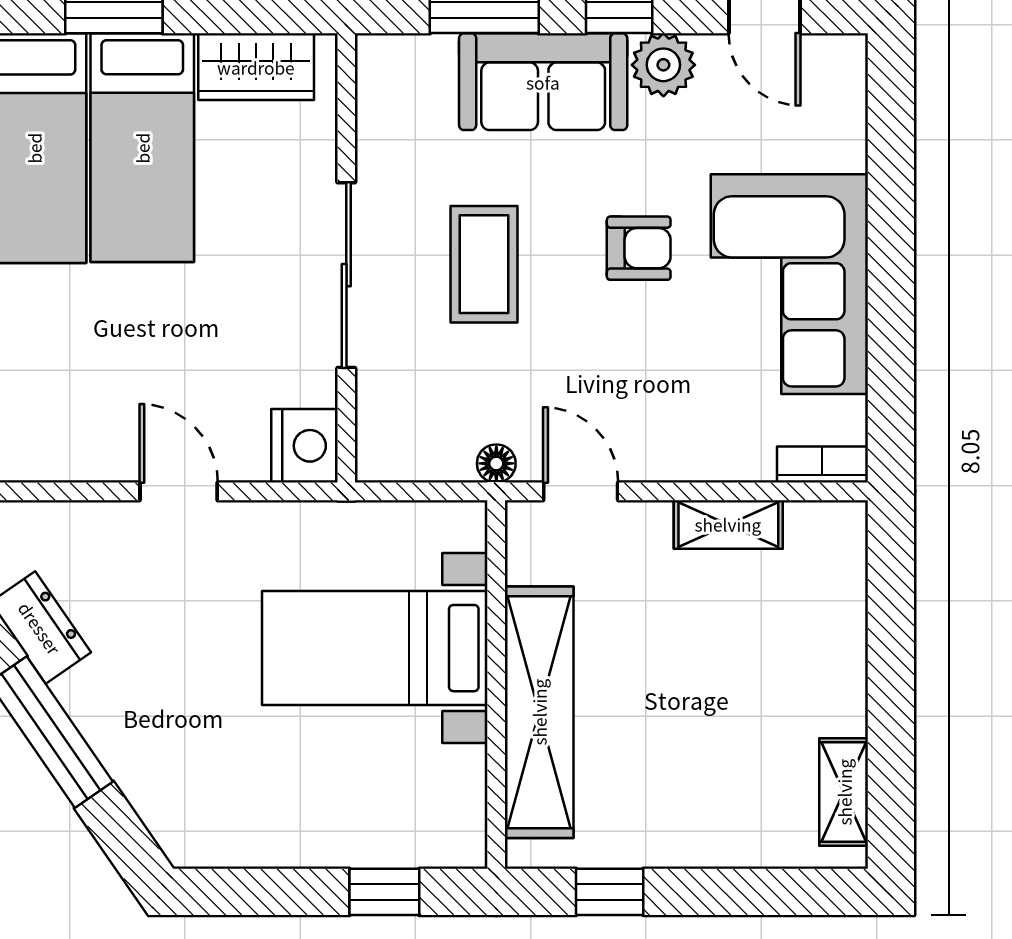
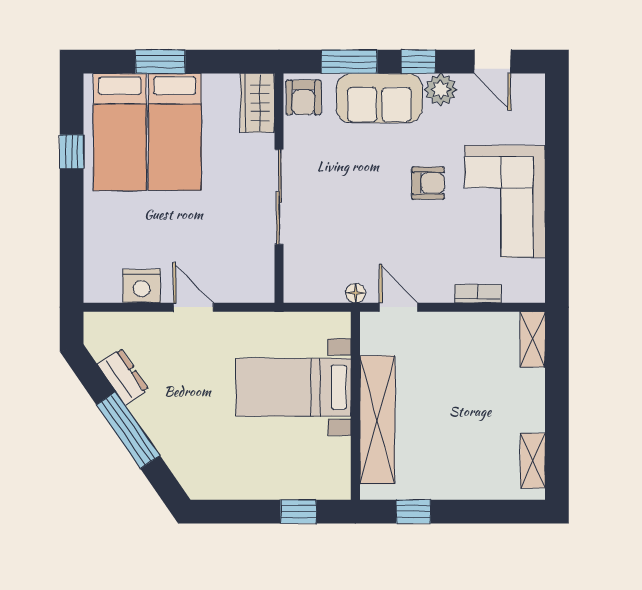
wardrobe: (256, 67) -> (257, 103), moved, turned 90
armchair: (394, 80) -> (304, 97), added
coffee table: (484, 264) -> (349, 191), removed
nightstand: (305, 446) -> (142, 286), moved, turned 90
bookcase: (822, 465) -> (478, 294), moved
shelving: (728, 524) -> (533, 339), moved, turned 90

